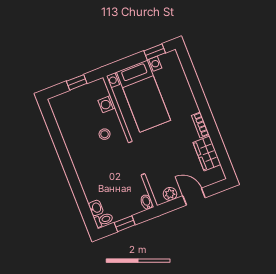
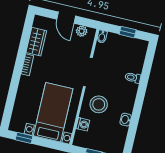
stool: (105, 134) -> (99, 104), width x1.89, depth x1.89
washbasin: (96, 208) -> (126, 120), moved
toilet: (104, 220) -> (133, 78), moved

